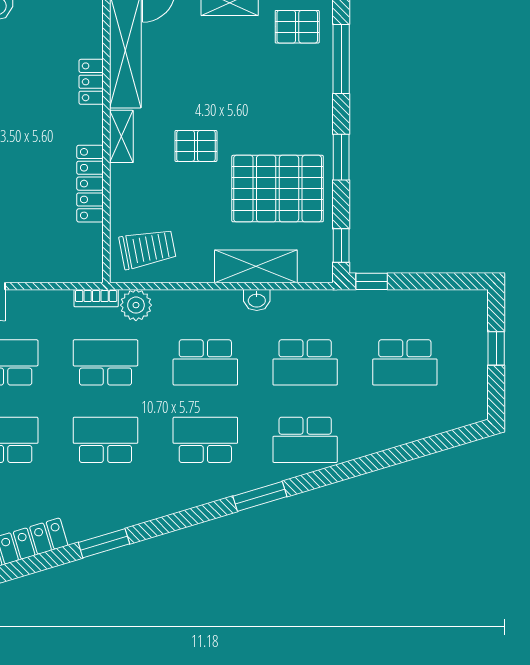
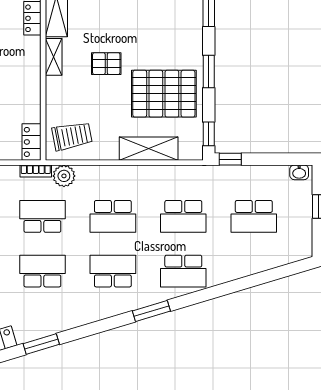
locker: (90, 184) -> (31, 142), moved, width x0.66
washbasin: (257, 300) -> (299, 172), moved

